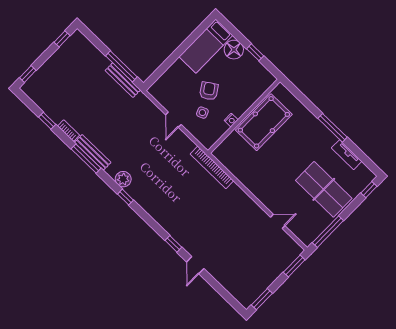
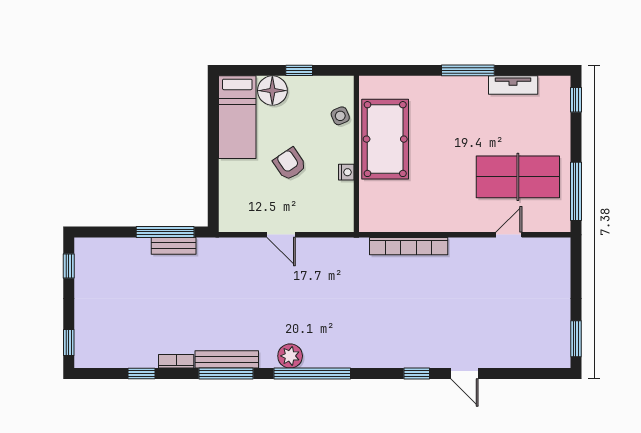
bench: (123, 80) -> (174, 246), width x0.73
side table: (202, 113) -> (340, 116), moved
bookcase: (212, 167) -> (409, 246), moved
table tennis table: (324, 189) -> (518, 177), moved
window: (125, 197) -> (312, 374), width x3.17
window: (294, 266) -> (576, 267), removed

